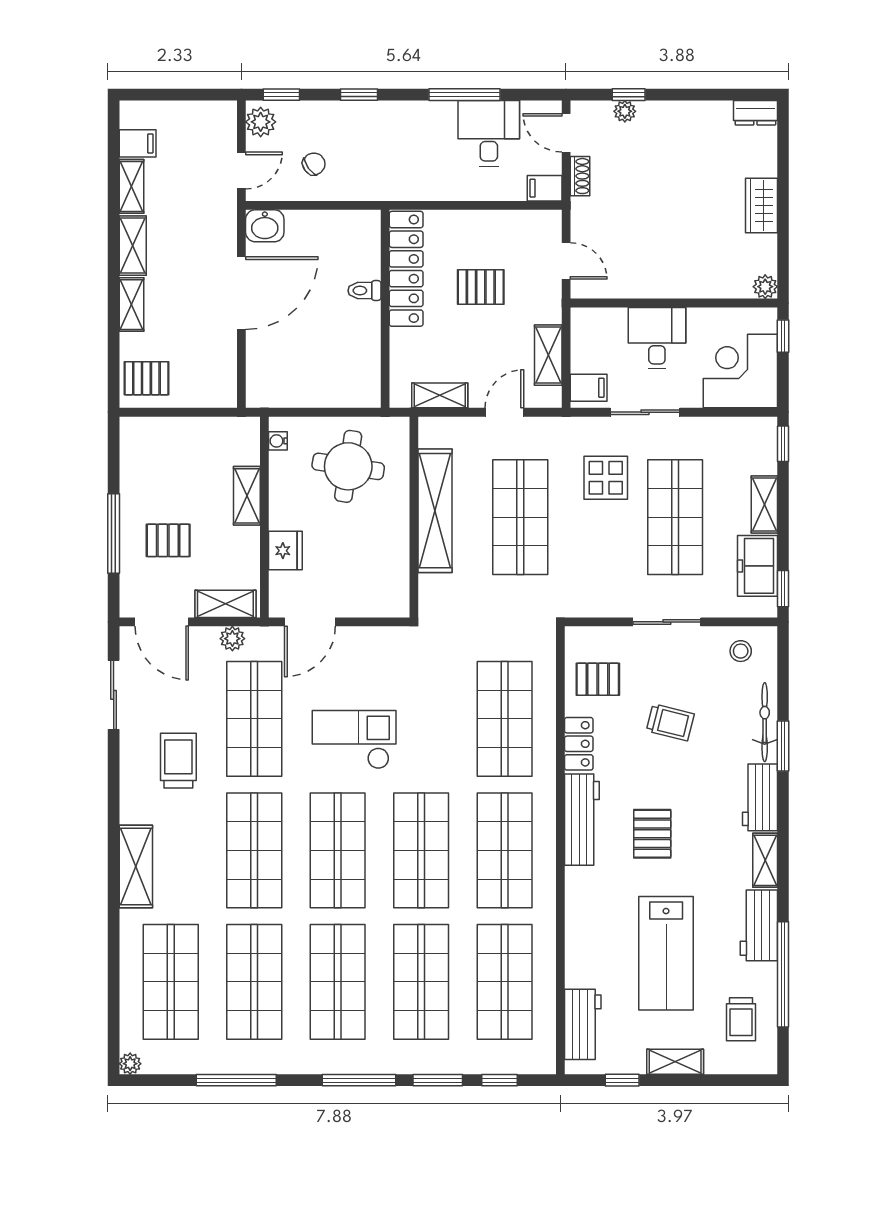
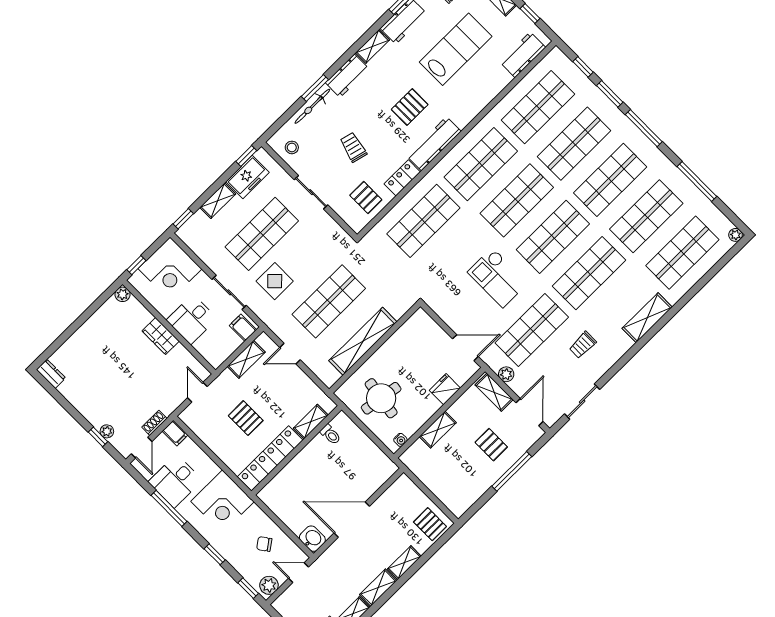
corner desk: (411, 164) -> (222, 502), added
wardrobe: (761, 206) -> (161, 336), moved, turned 90
toilet: (364, 291) -> (330, 435), moved
shelving: (440, 395) -> (311, 422), moved, turned 90
trolley: (178, 761) -> (583, 345), width x0.73, depth x0.72

